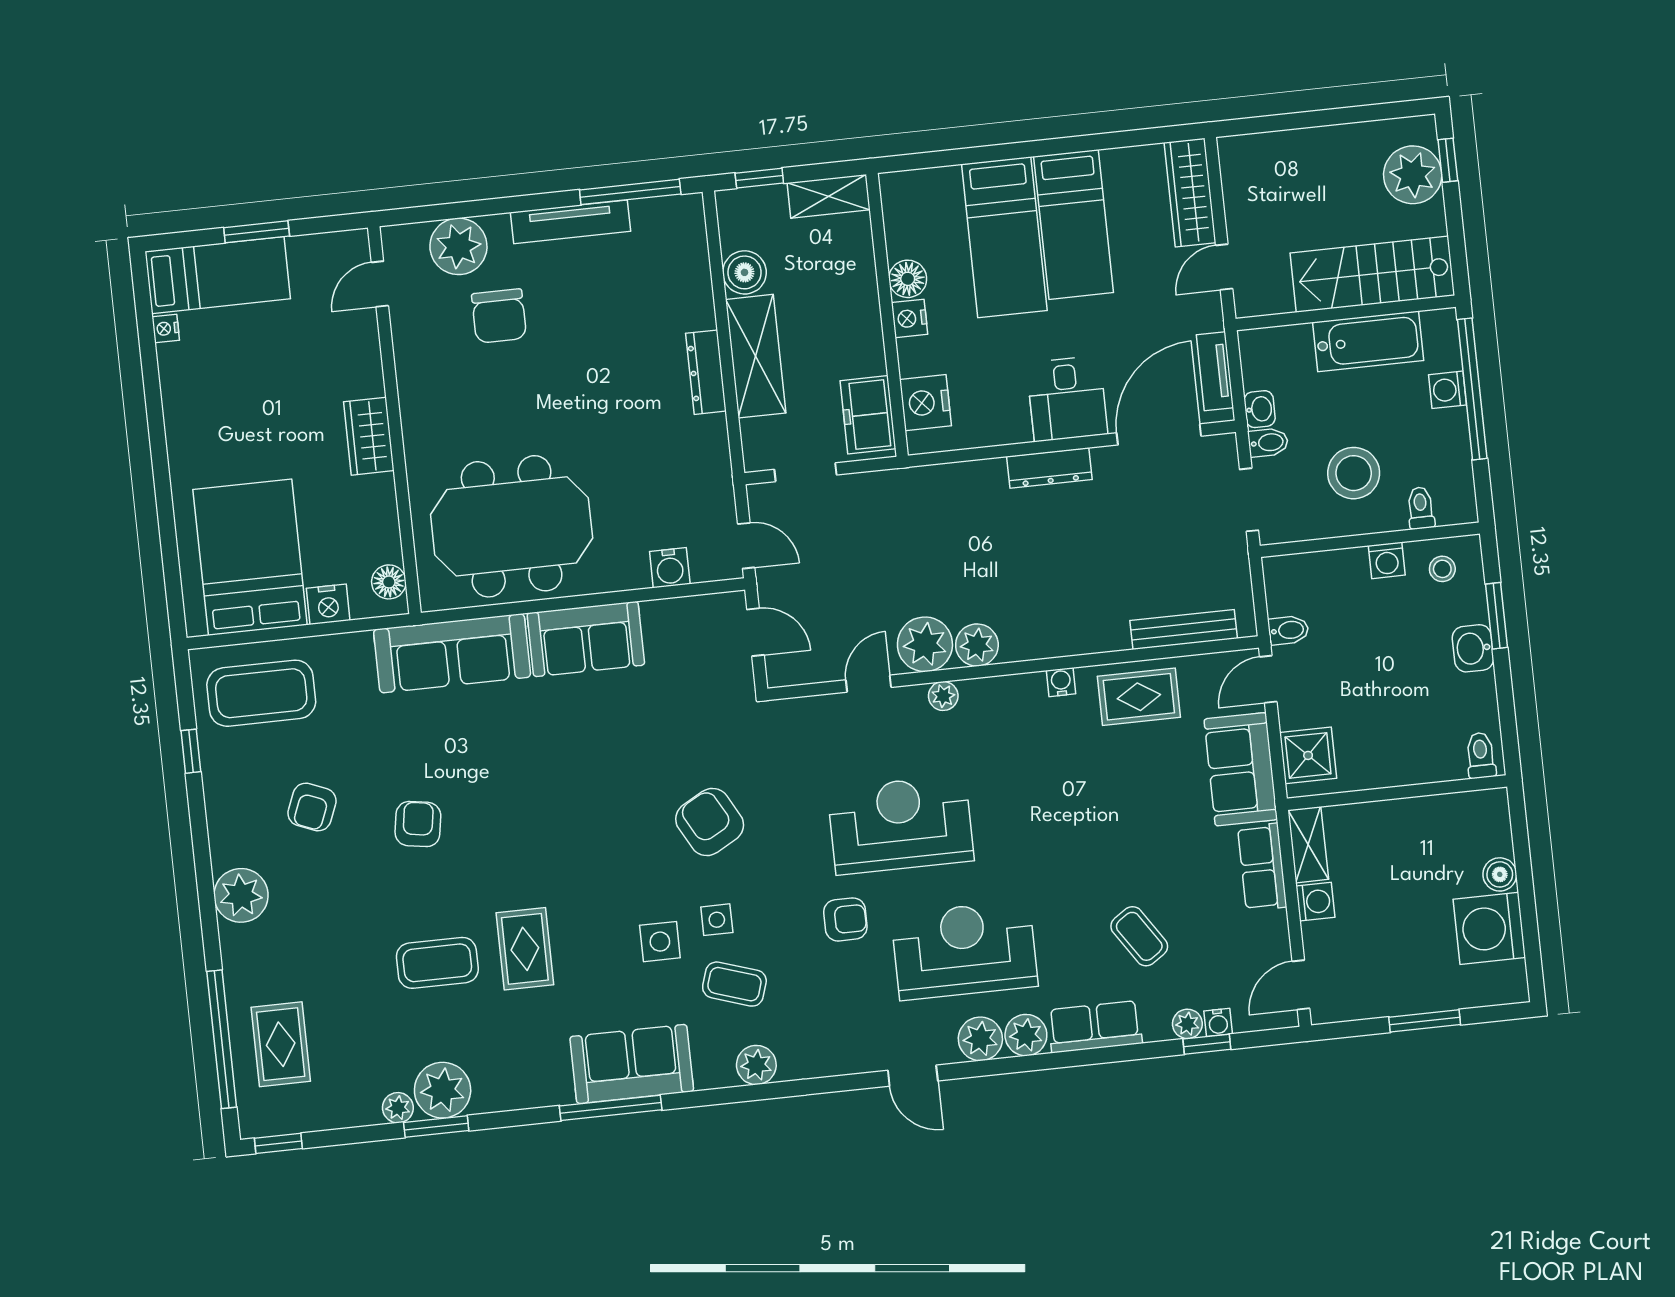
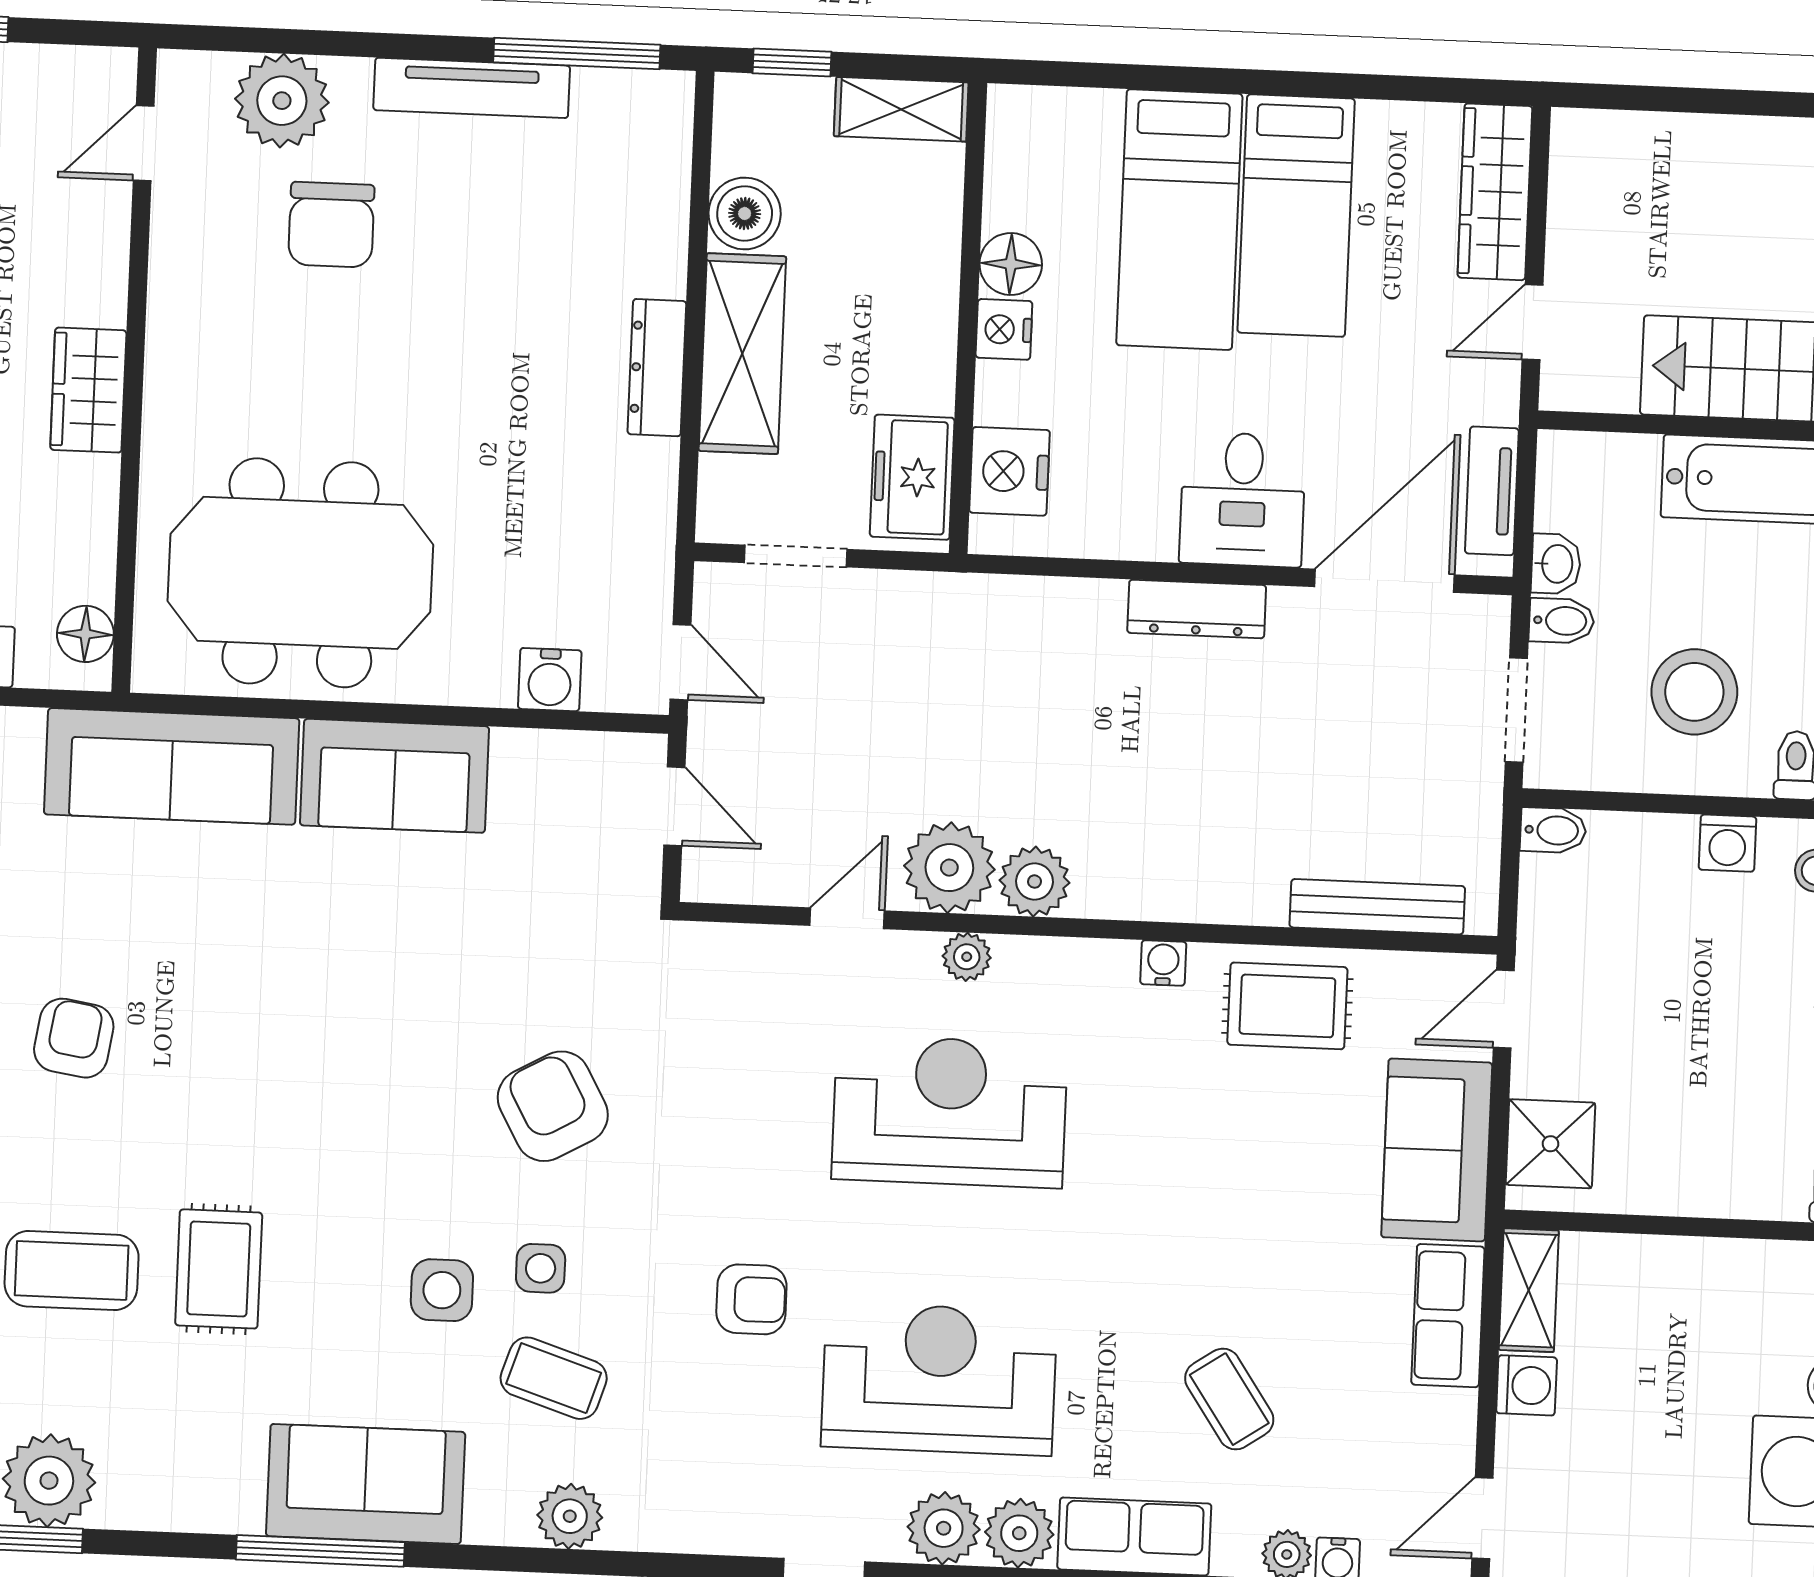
bidet: (1288, 630) -> (1553, 830), moved
reception desk: (901, 825) -> (950, 1112), moved

